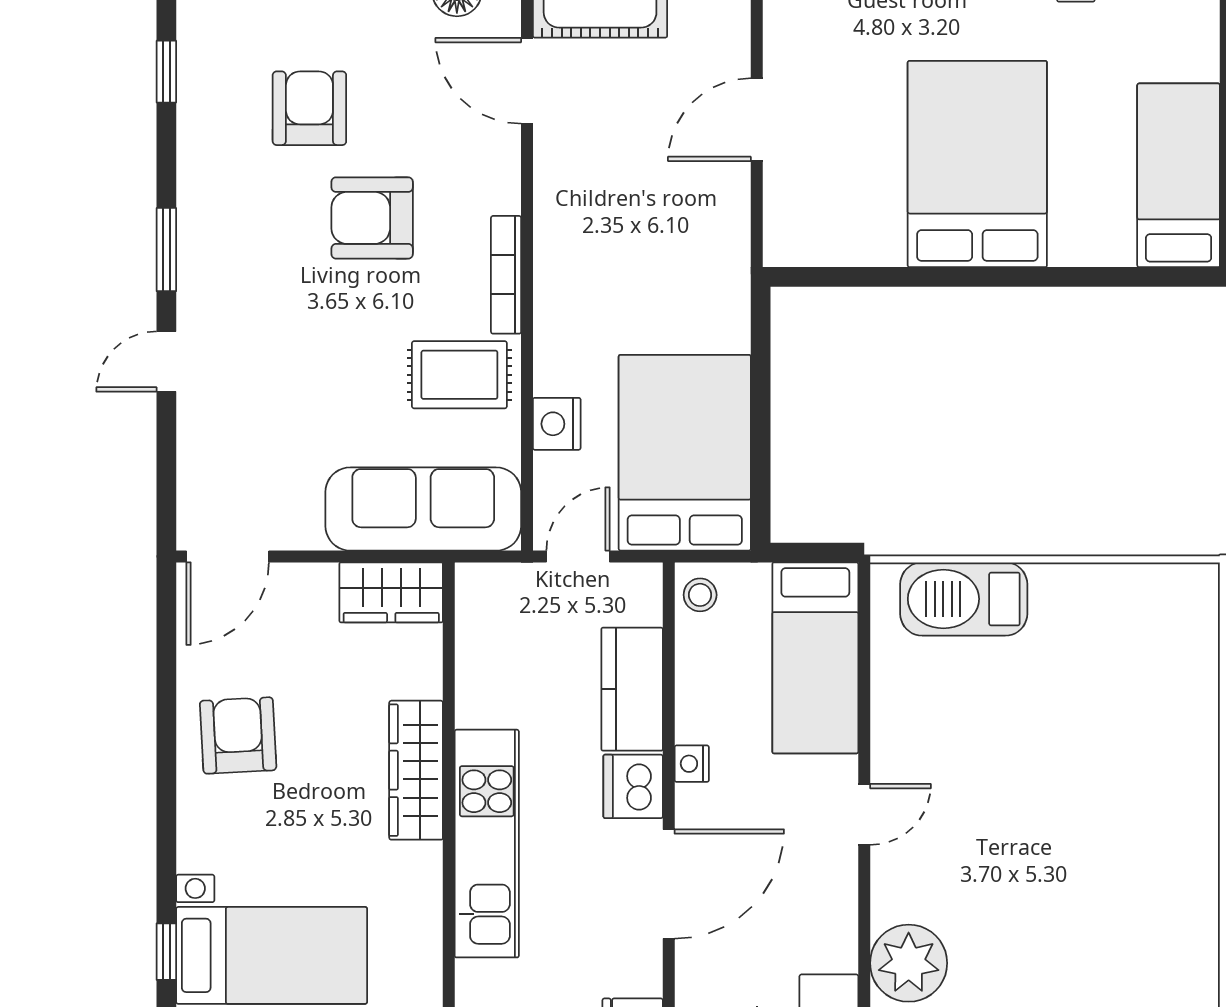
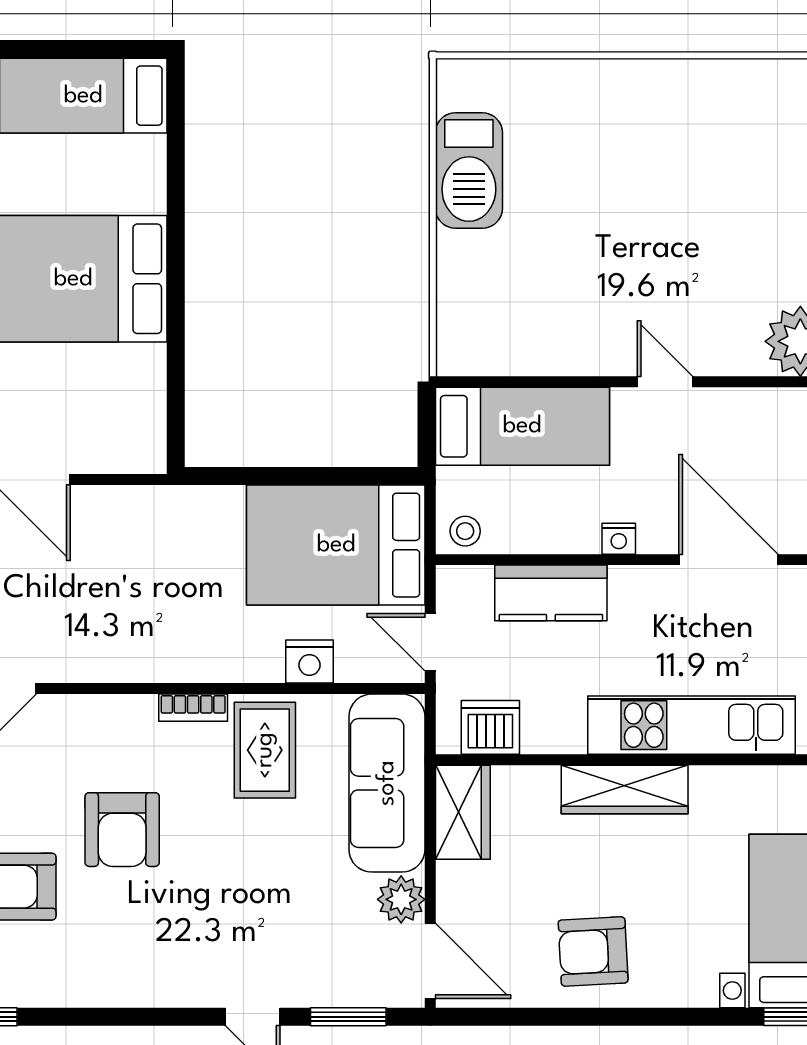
window: (166, 250) -> (348, 1017), moved
bookcase: (506, 275) -> (193, 708), width x0.64
plant: (295, 524) -> (401, 899), added
barbecue: (964, 599) -> (469, 171), moved
dishwasher: (633, 786) -> (490, 727), moved, turned 180

